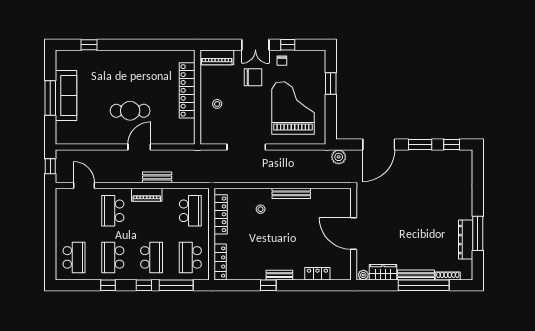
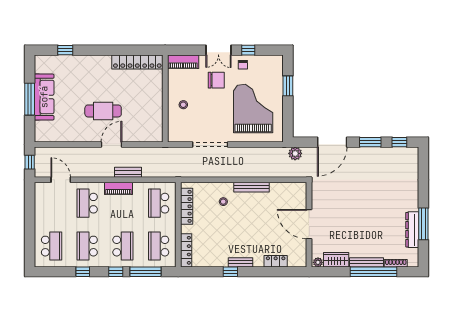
locker: (187, 90) -> (137, 62), moved, turned -90
school desk: (190, 211) -> (159, 203), turned 180

